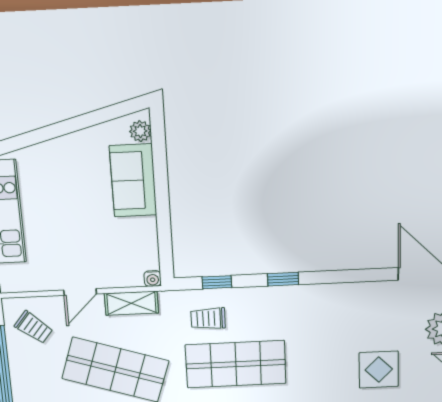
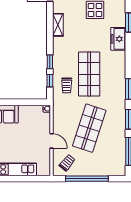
window: (283, 279) -> (50, 62), moved
shelving: (131, 303) -> (58, 25), moved

